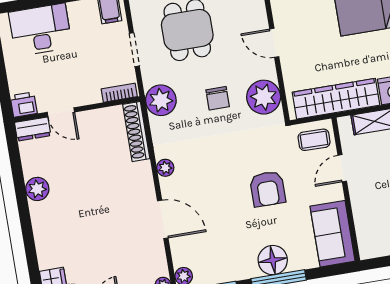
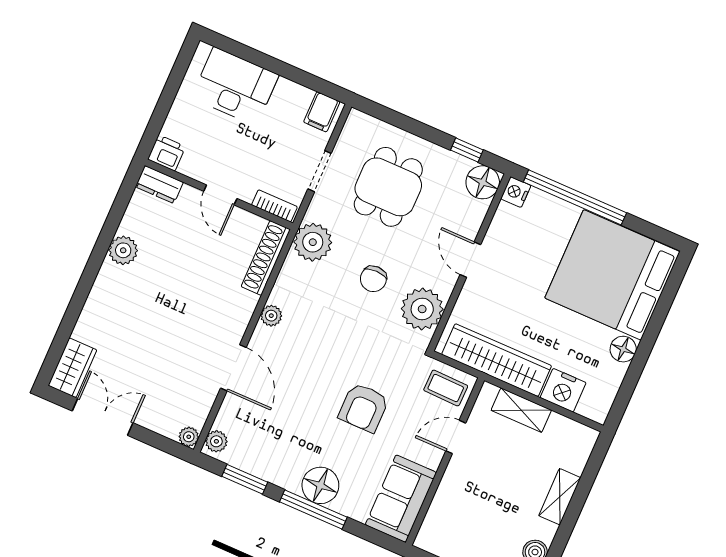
door: (61, 112) -> (220, 195), moved

